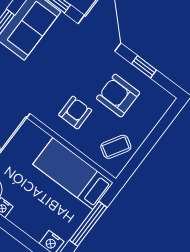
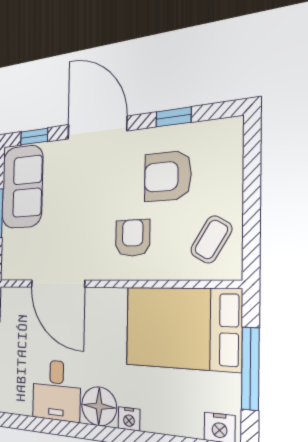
bed: (73, 174) -> (182, 328), width x1.50

